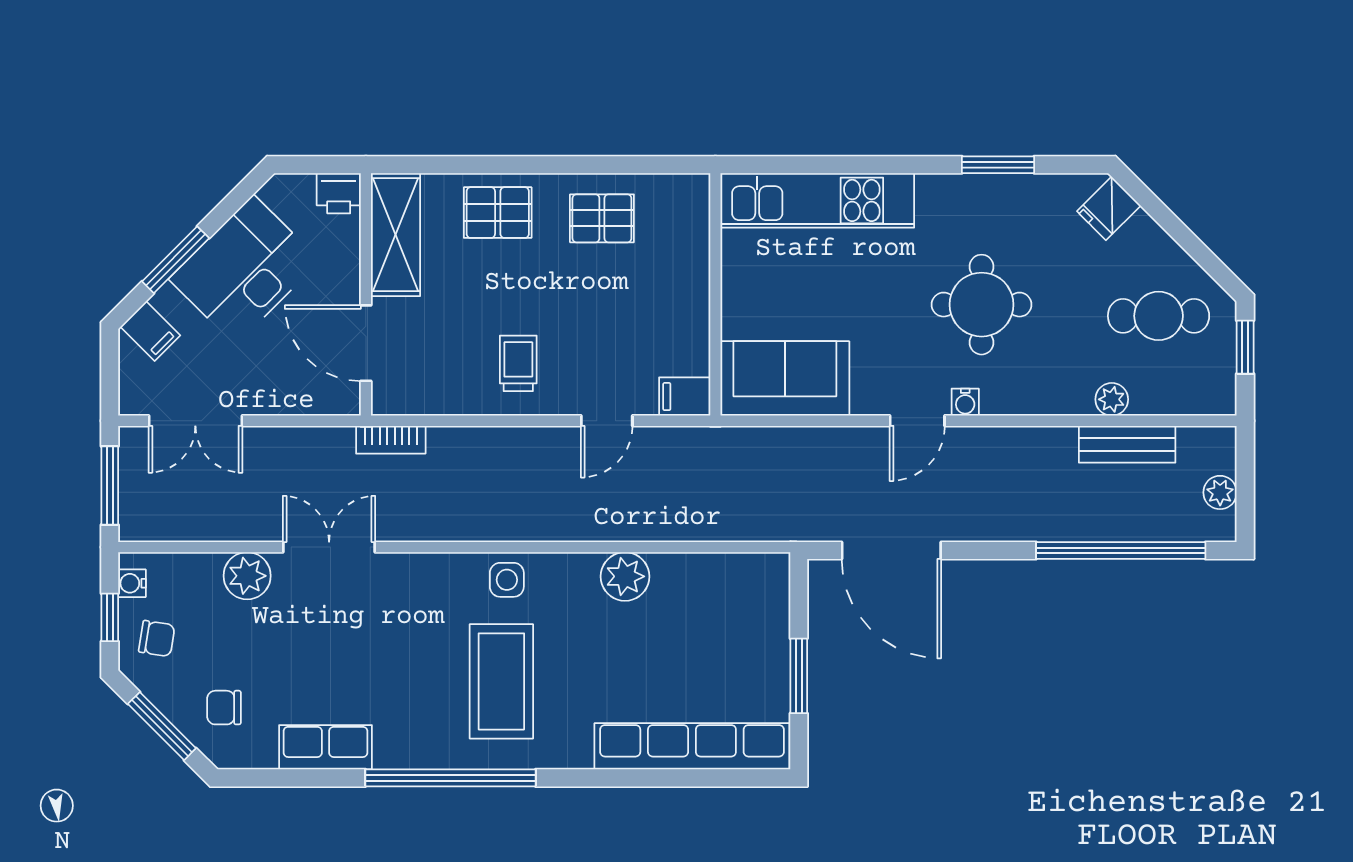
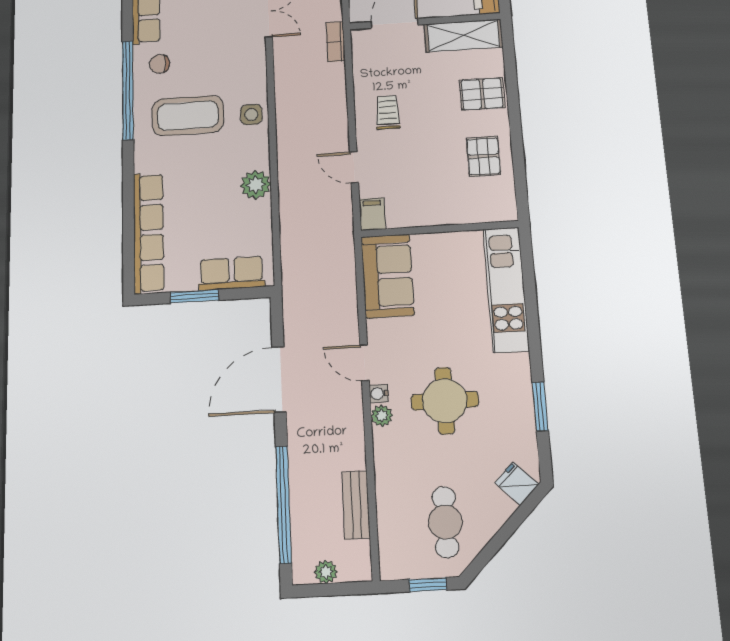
pallet: (498, 213) -> (482, 94), turned 90
trolley: (518, 363) -> (388, 112), turned -90
plant: (1112, 399) -> (382, 416), moved
door: (891, 550) -> (279, 379), moved
row of seats: (766, 618) -> (232, 273), added
chair: (409, 726) -> (160, 64), added

